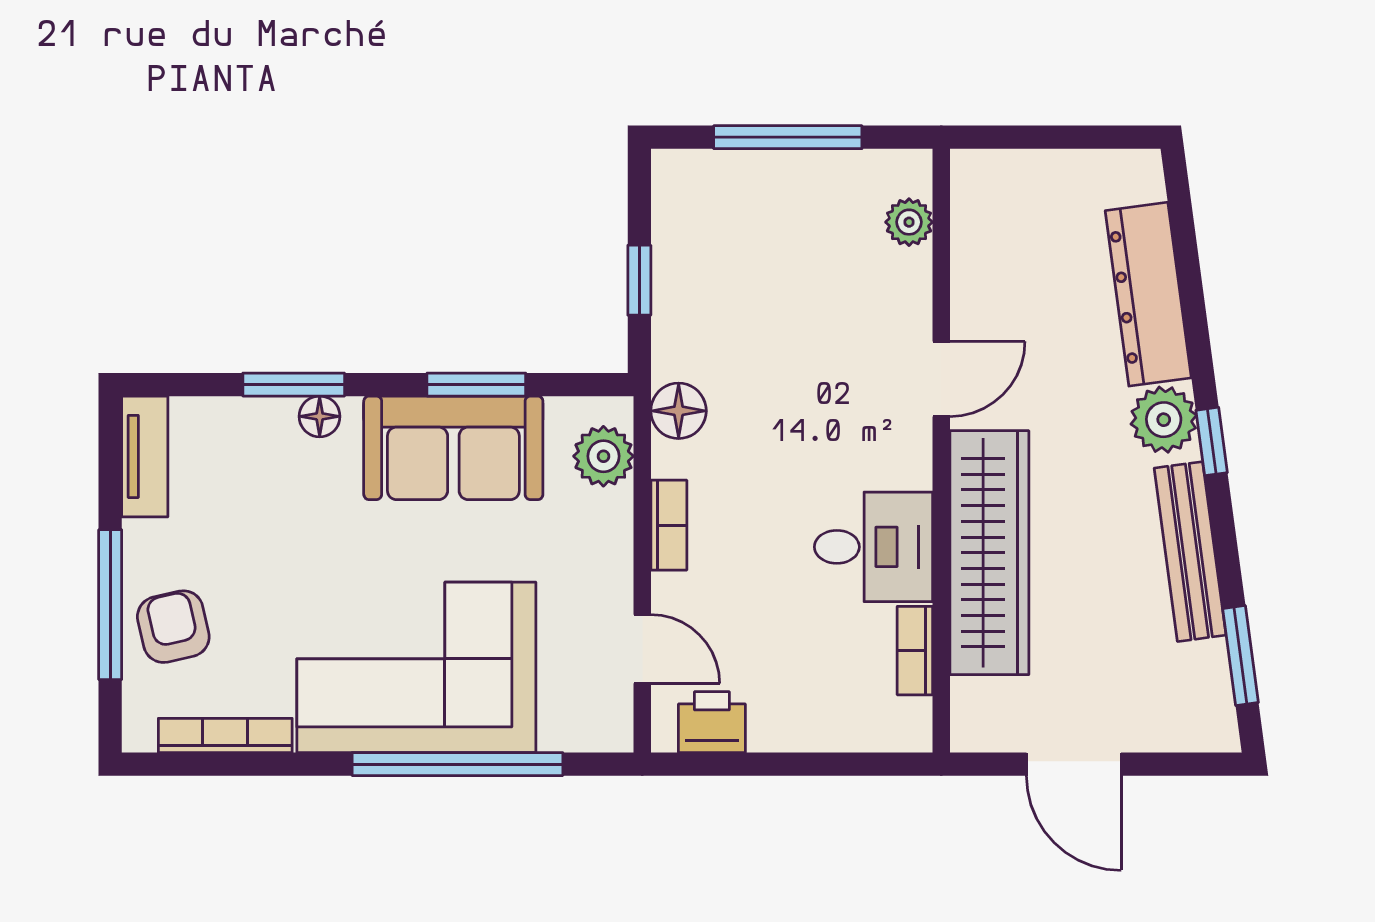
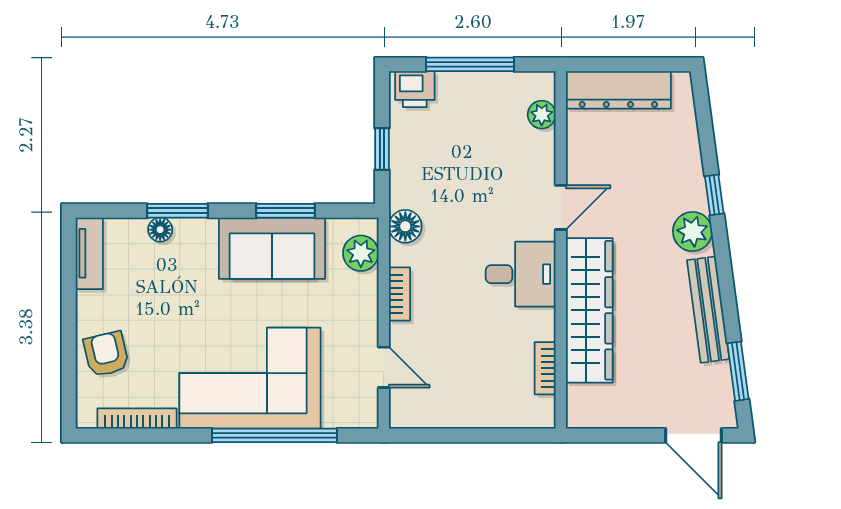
dresser: (1148, 294) -> (618, 90), moved, turned -82
floor lamp: (320, 416) -> (160, 230), moved
window: (1212, 441) -> (714, 195), moved
desk: (873, 547) -> (521, 274), moved
window: (110, 605) -> (69, 341), removed
printer: (712, 722) -> (415, 89), moved, turned 180
door: (1074, 764) -> (693, 435), moved

